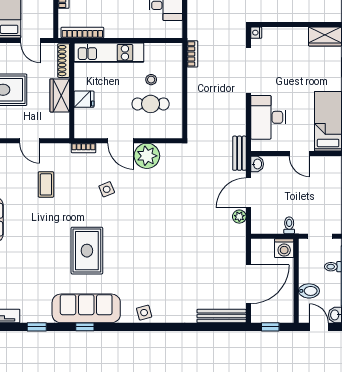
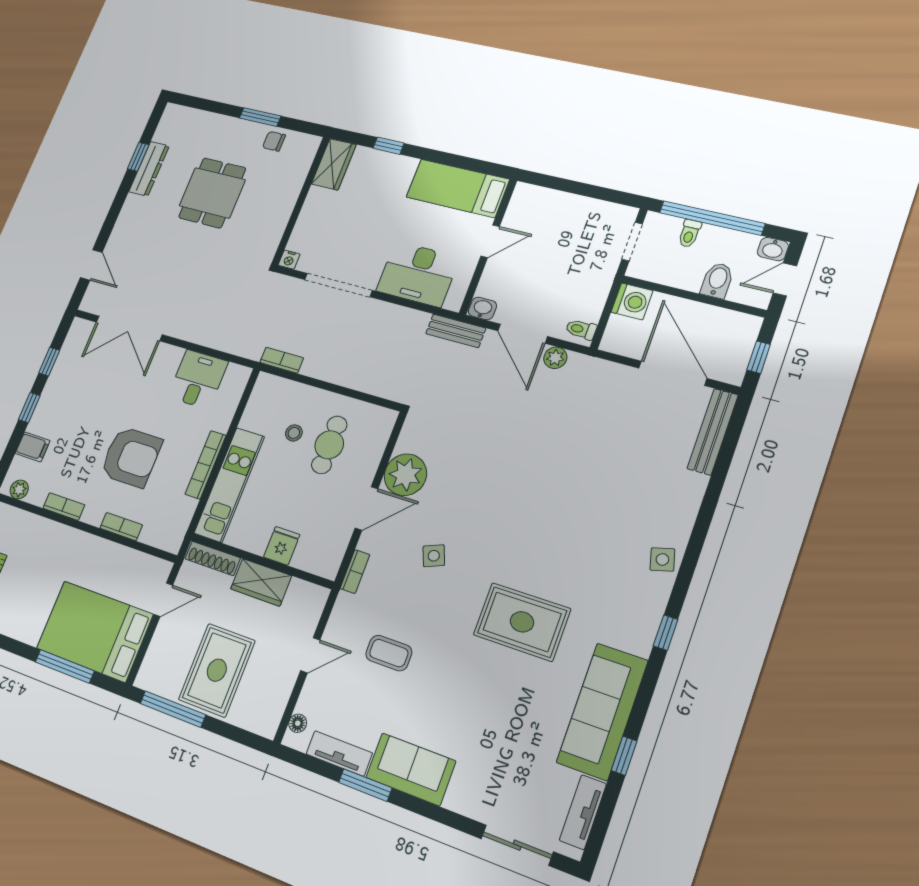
bookcase: (82, 33) -> (205, 465), moved
toilet: (289, 225) -> (581, 329), moved
sofa: (86, 308) -> (602, 711), moved
window: (85, 327) -> (666, 633), moved

